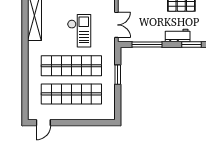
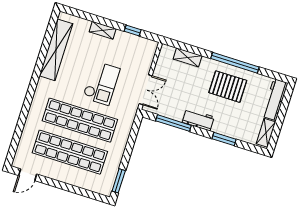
workbench: (178, 35) -> (198, 120), moved
window: (118, 75) -> (119, 181), moved

